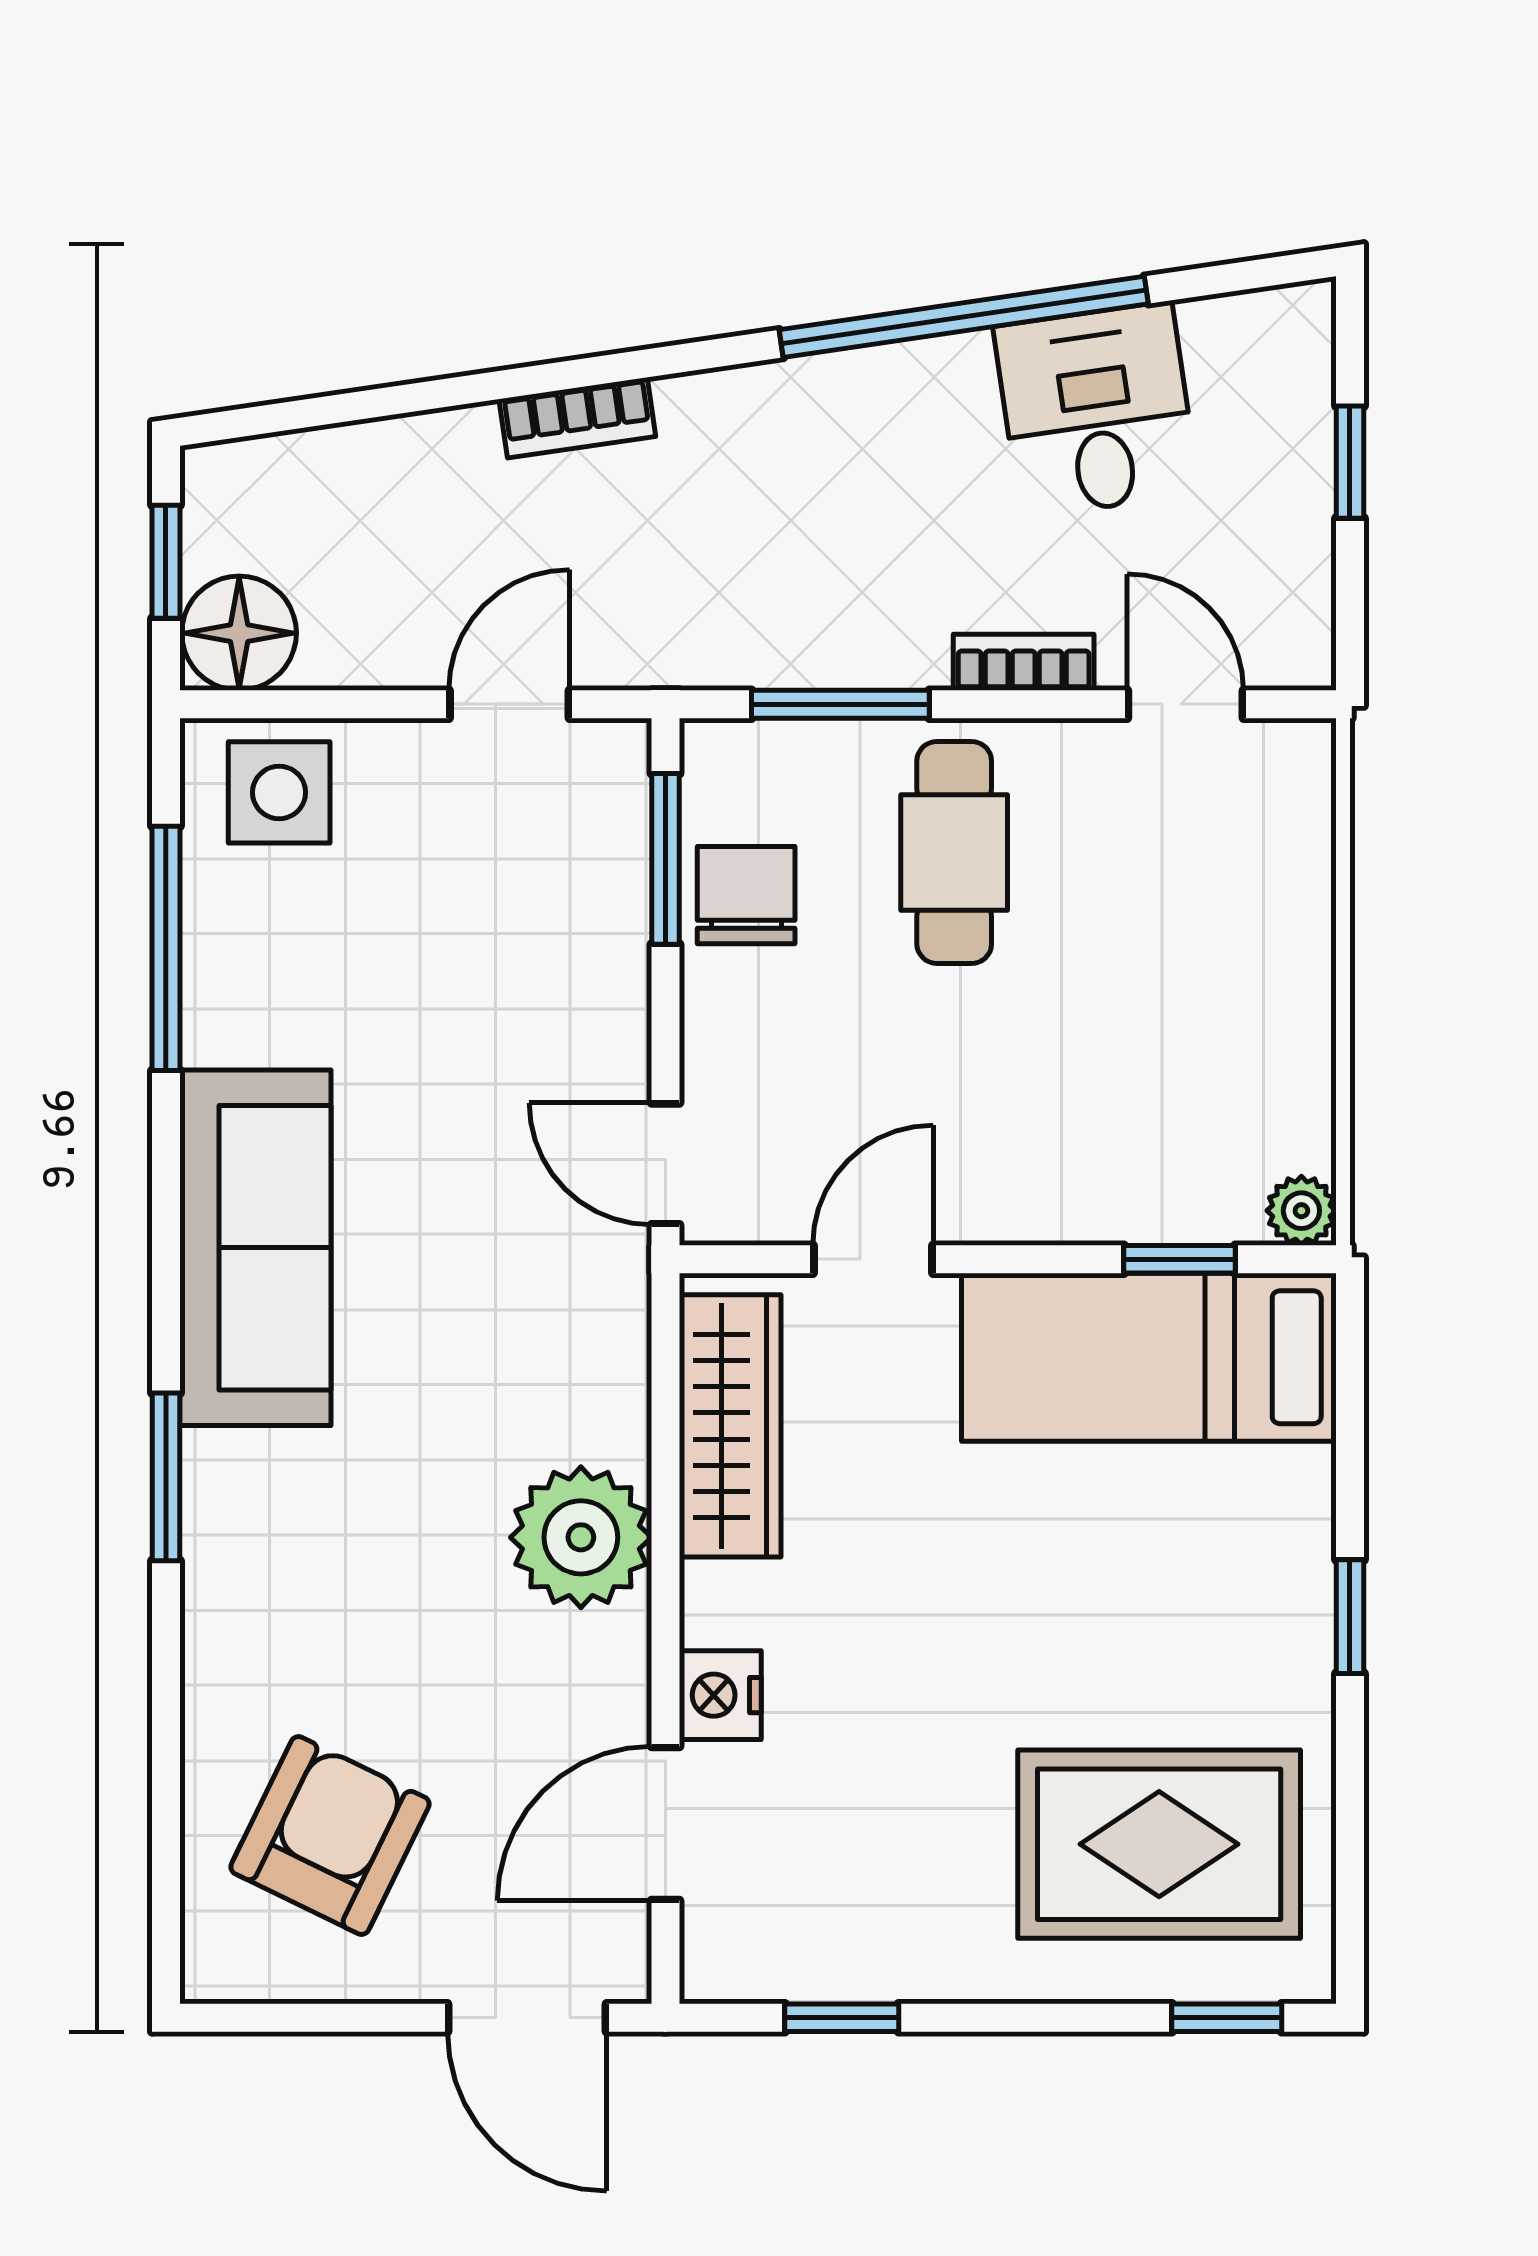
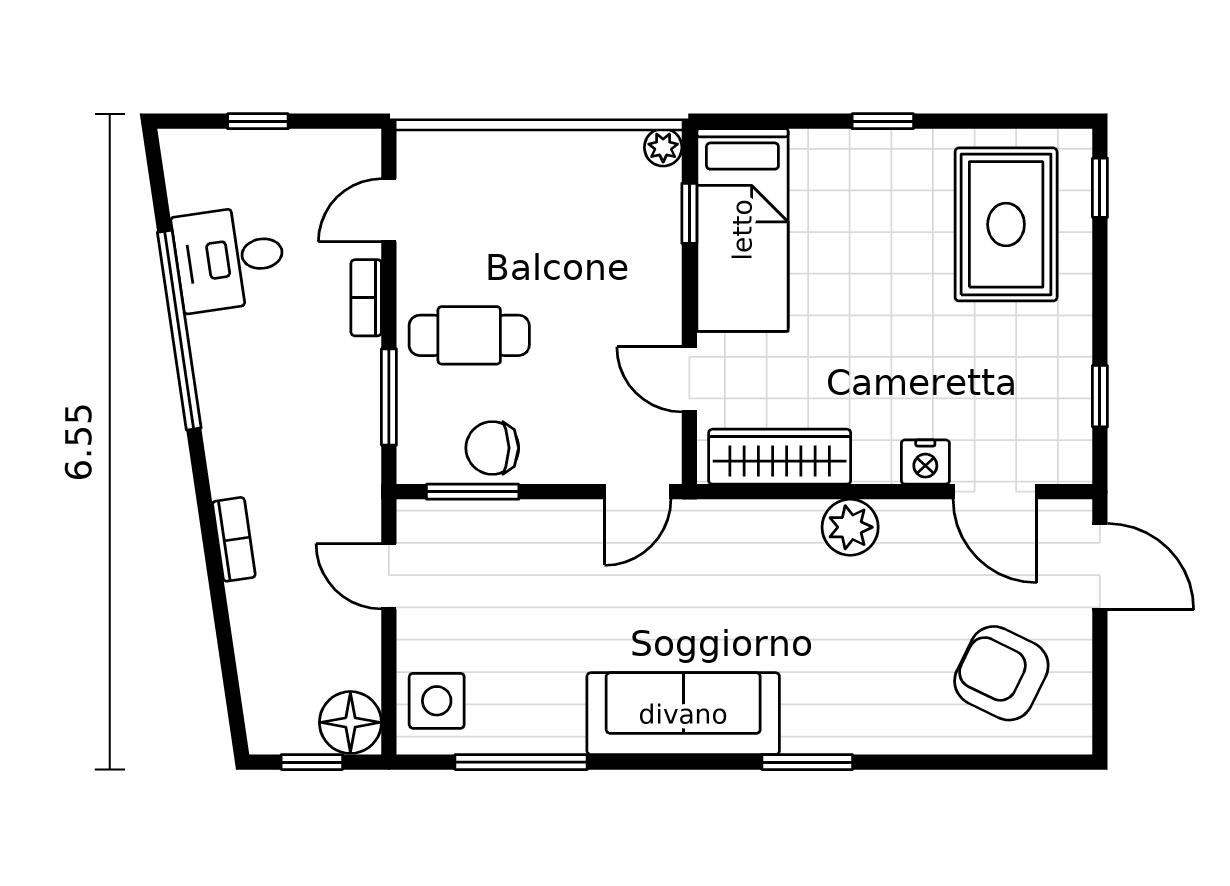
plant: (581, 1537) -> (850, 527), width x0.73, depth x0.73
door: (527, 2018) -> (1100, 567), hinge flipped

